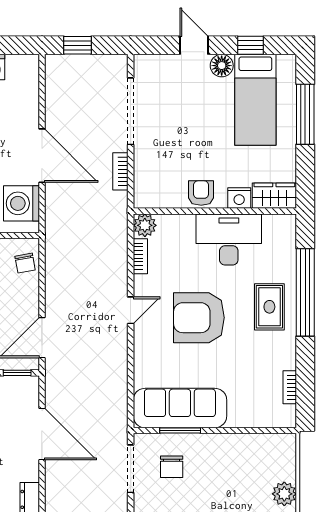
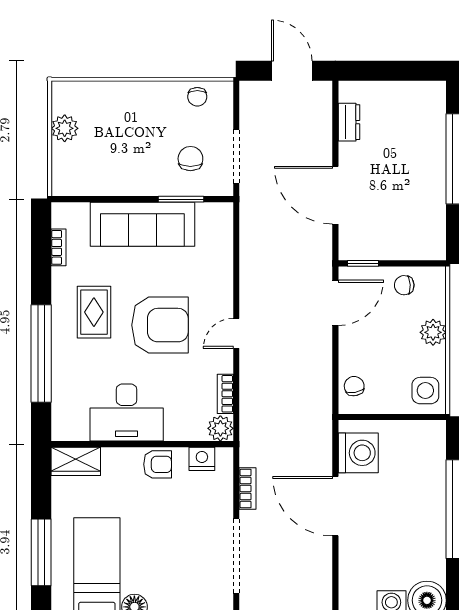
armchair: (201, 193) -> (158, 464), turned -90
nightstand: (239, 198) -> (202, 459), moved
rug: (269, 307) -> (94, 312), moved
sofa: (180, 408) -> (142, 224), moved

